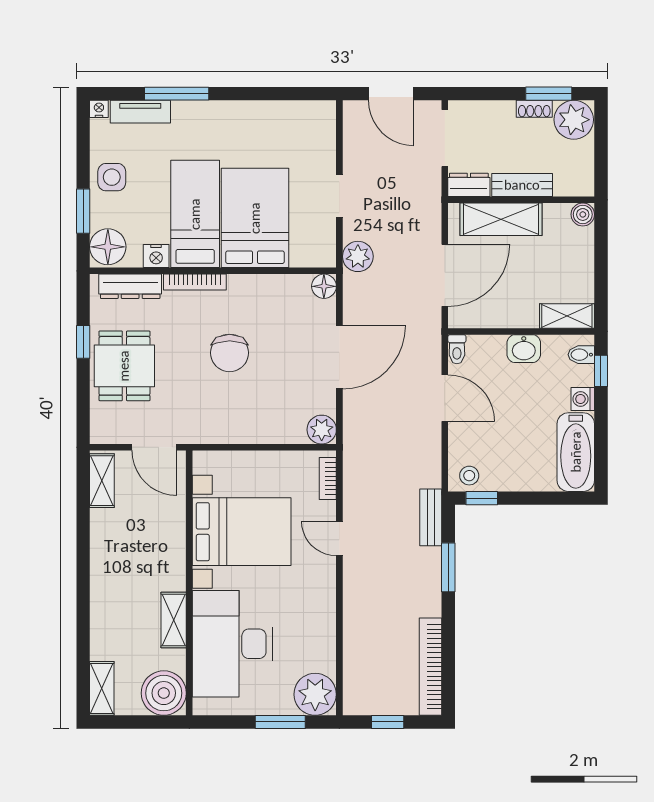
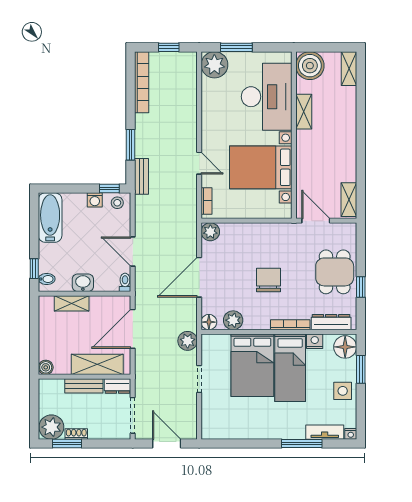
plant: (286, 289) -> (233, 320), added
shelving: (567, 316) -> (72, 303), moved
washing machine: (583, 399) -> (95, 200), moved, turned 90

